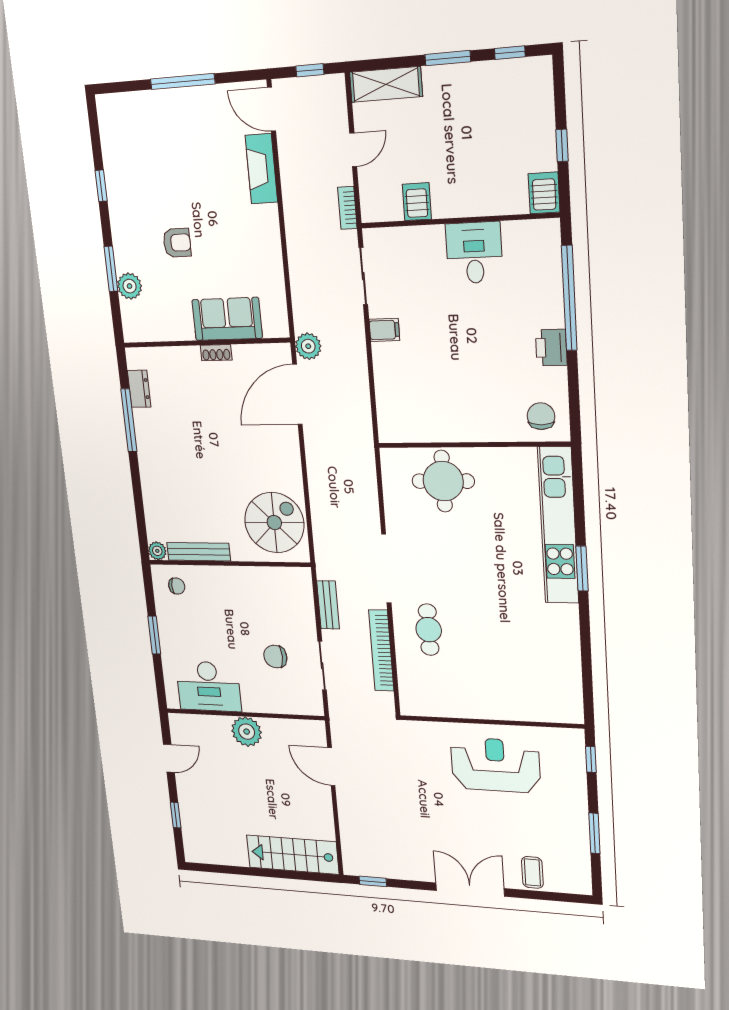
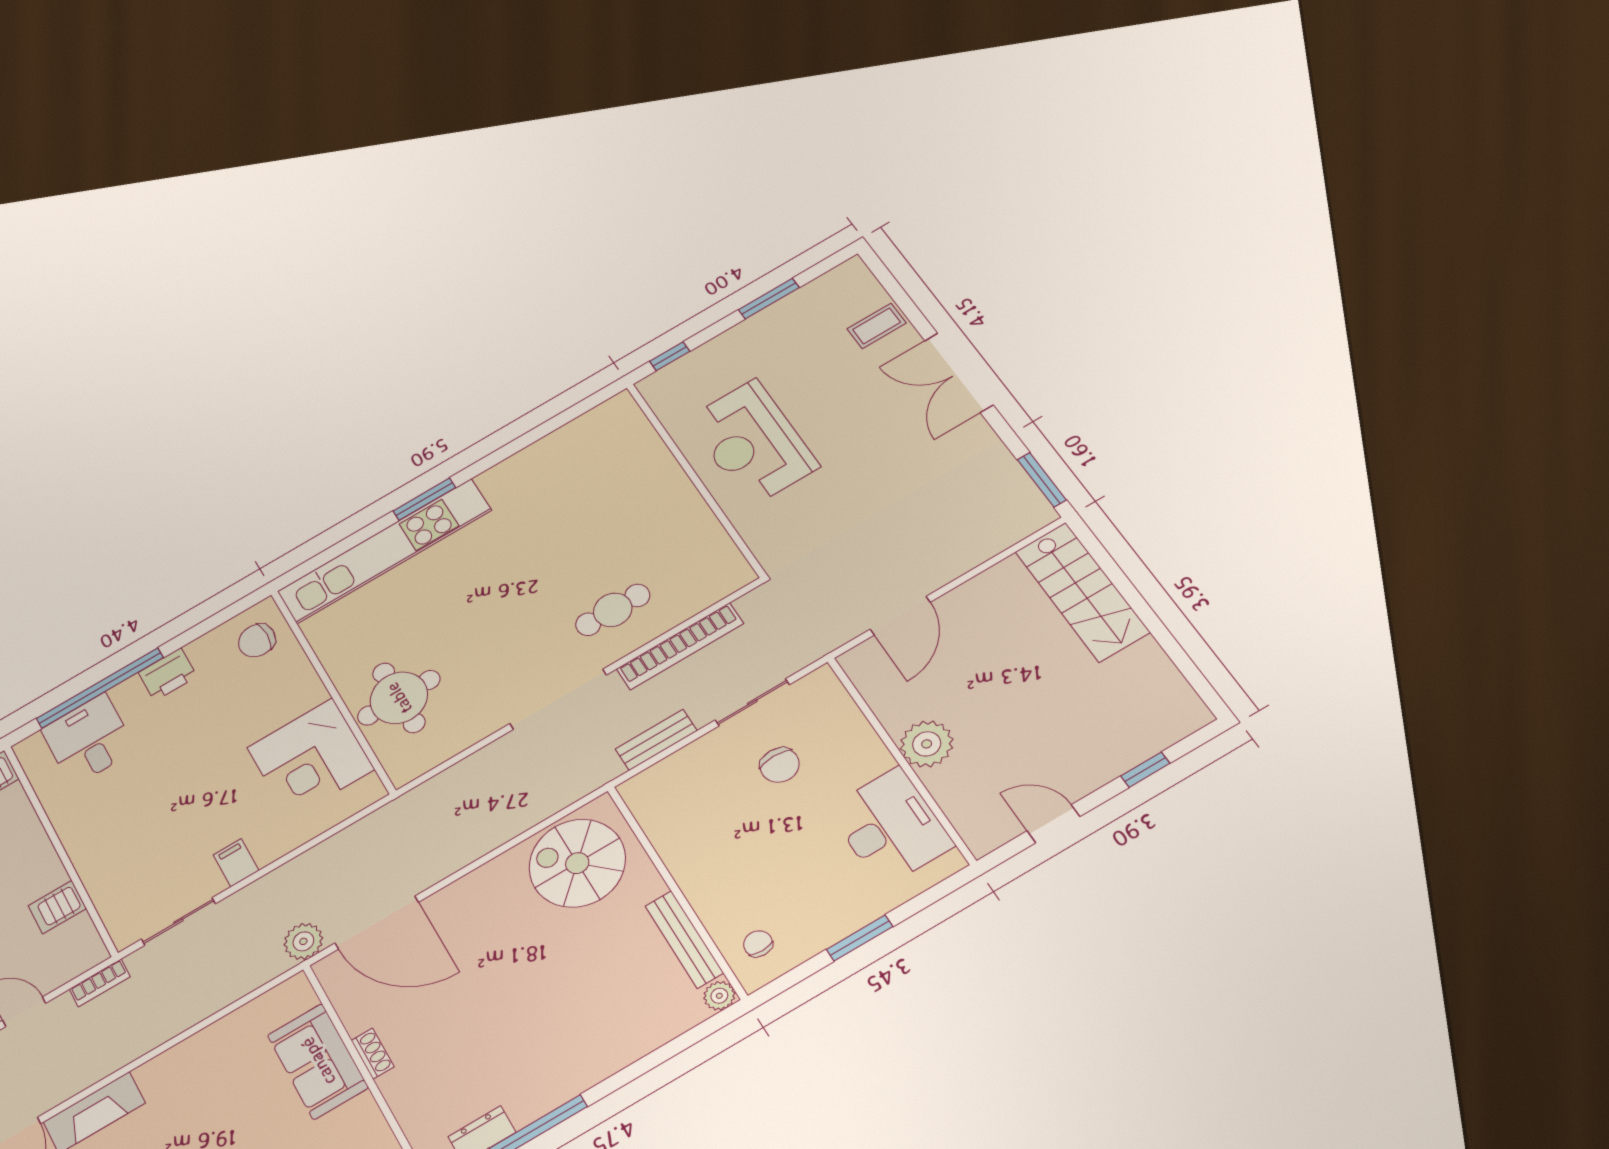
desk: (474, 253) -> (88, 740), moved, turned 90
corner desk: (432, 409) -> (310, 759), added
window: (373, 881) -> (1042, 480), width x1.50

